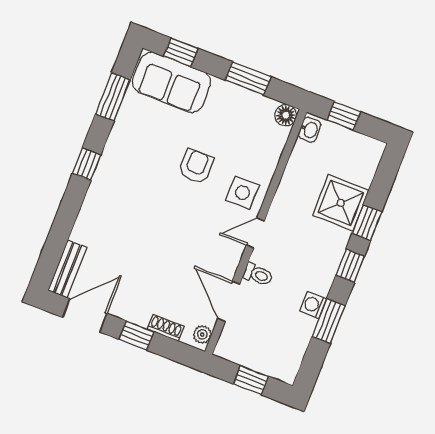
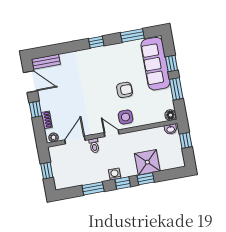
window: (181, 52) -> (172, 63), moved
sofa: (171, 82) -> (155, 64), width x1.36
washing machine: (313, 305) -> (115, 174), moved

